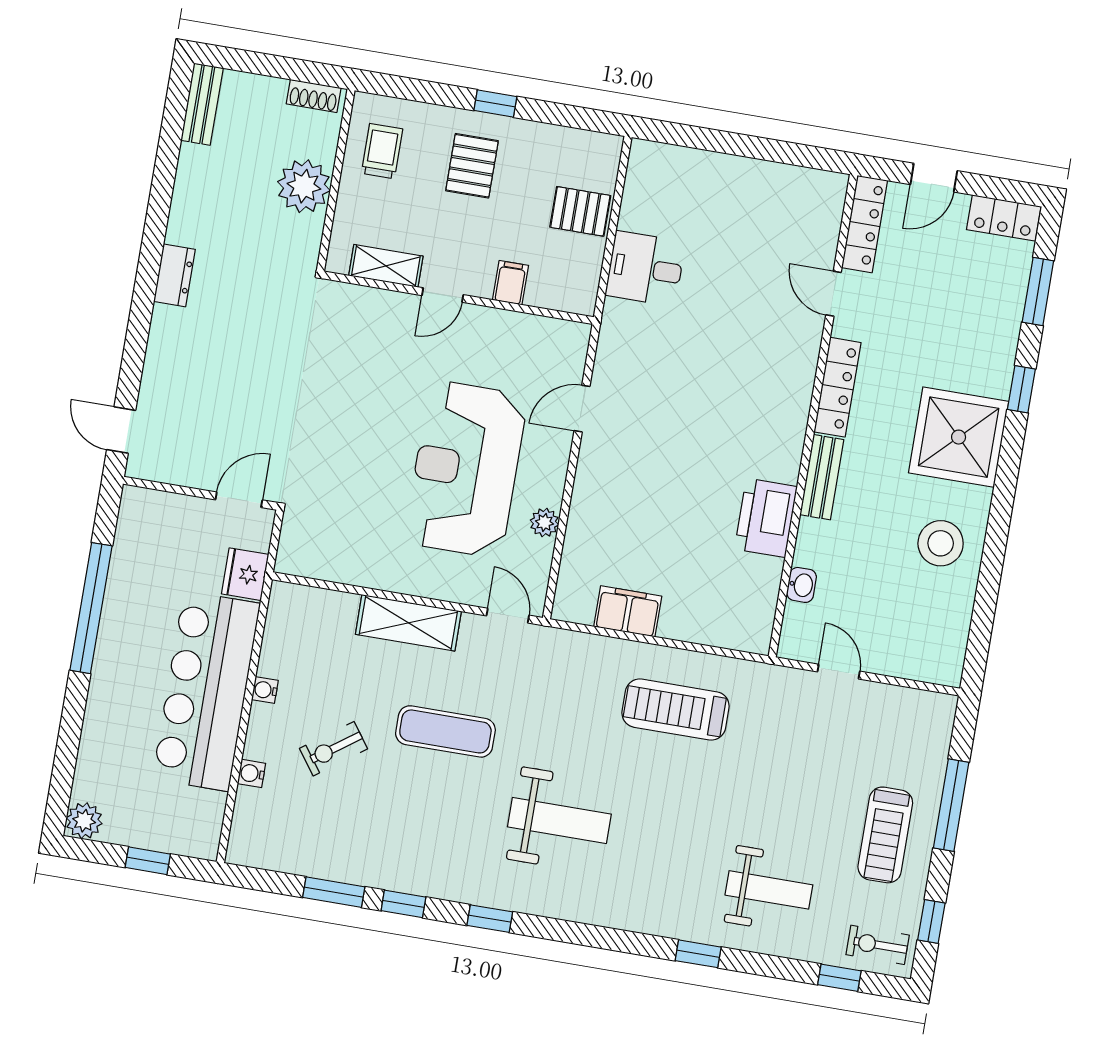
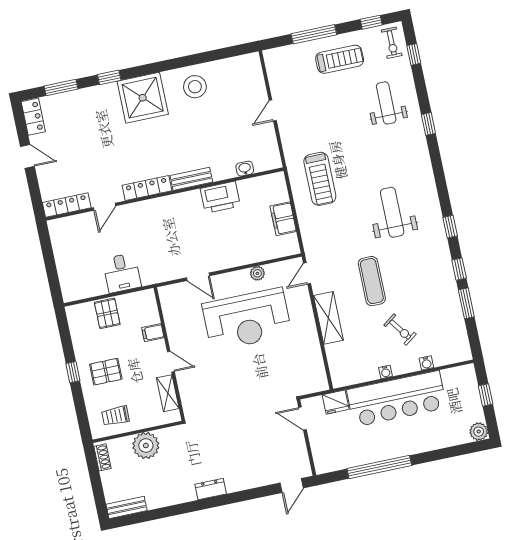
locker: (865, 224) -> (67, 205), moved
door: (834, 294) -> (105, 207), moved
locker: (837, 387) -> (147, 188), moved
wall: (813, 416) -> (165, 194), moved
bench: (822, 477) -> (191, 179), moved
printer: (766, 518) -> (220, 197), moved
washbasin: (802, 585) -> (245, 169), moved

